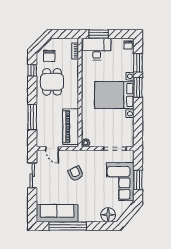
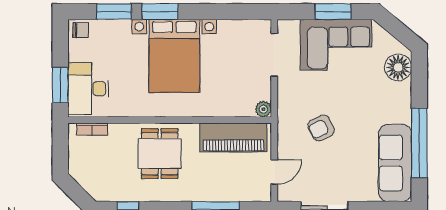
chair: (49, 56) -> (101, 178), removed
dining table: (52, 82) -> (160, 154), moved, turned 90

